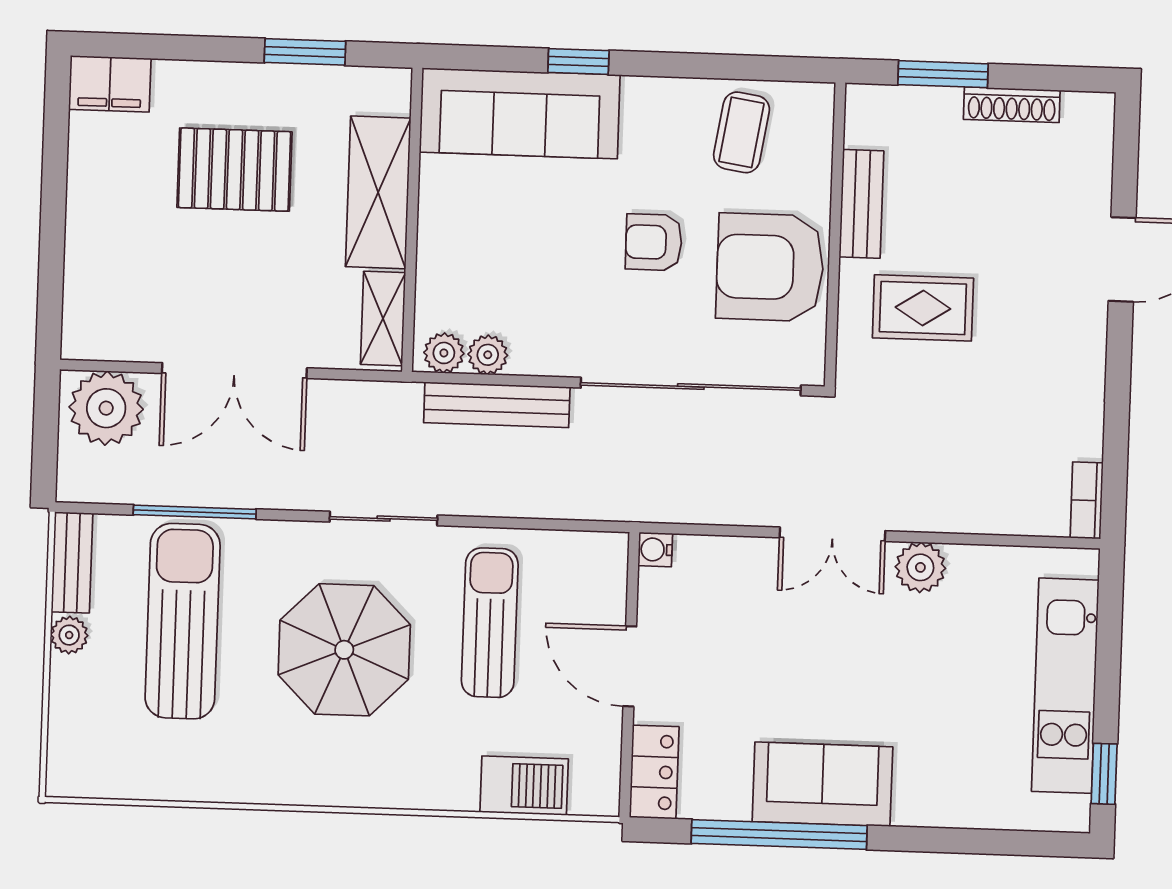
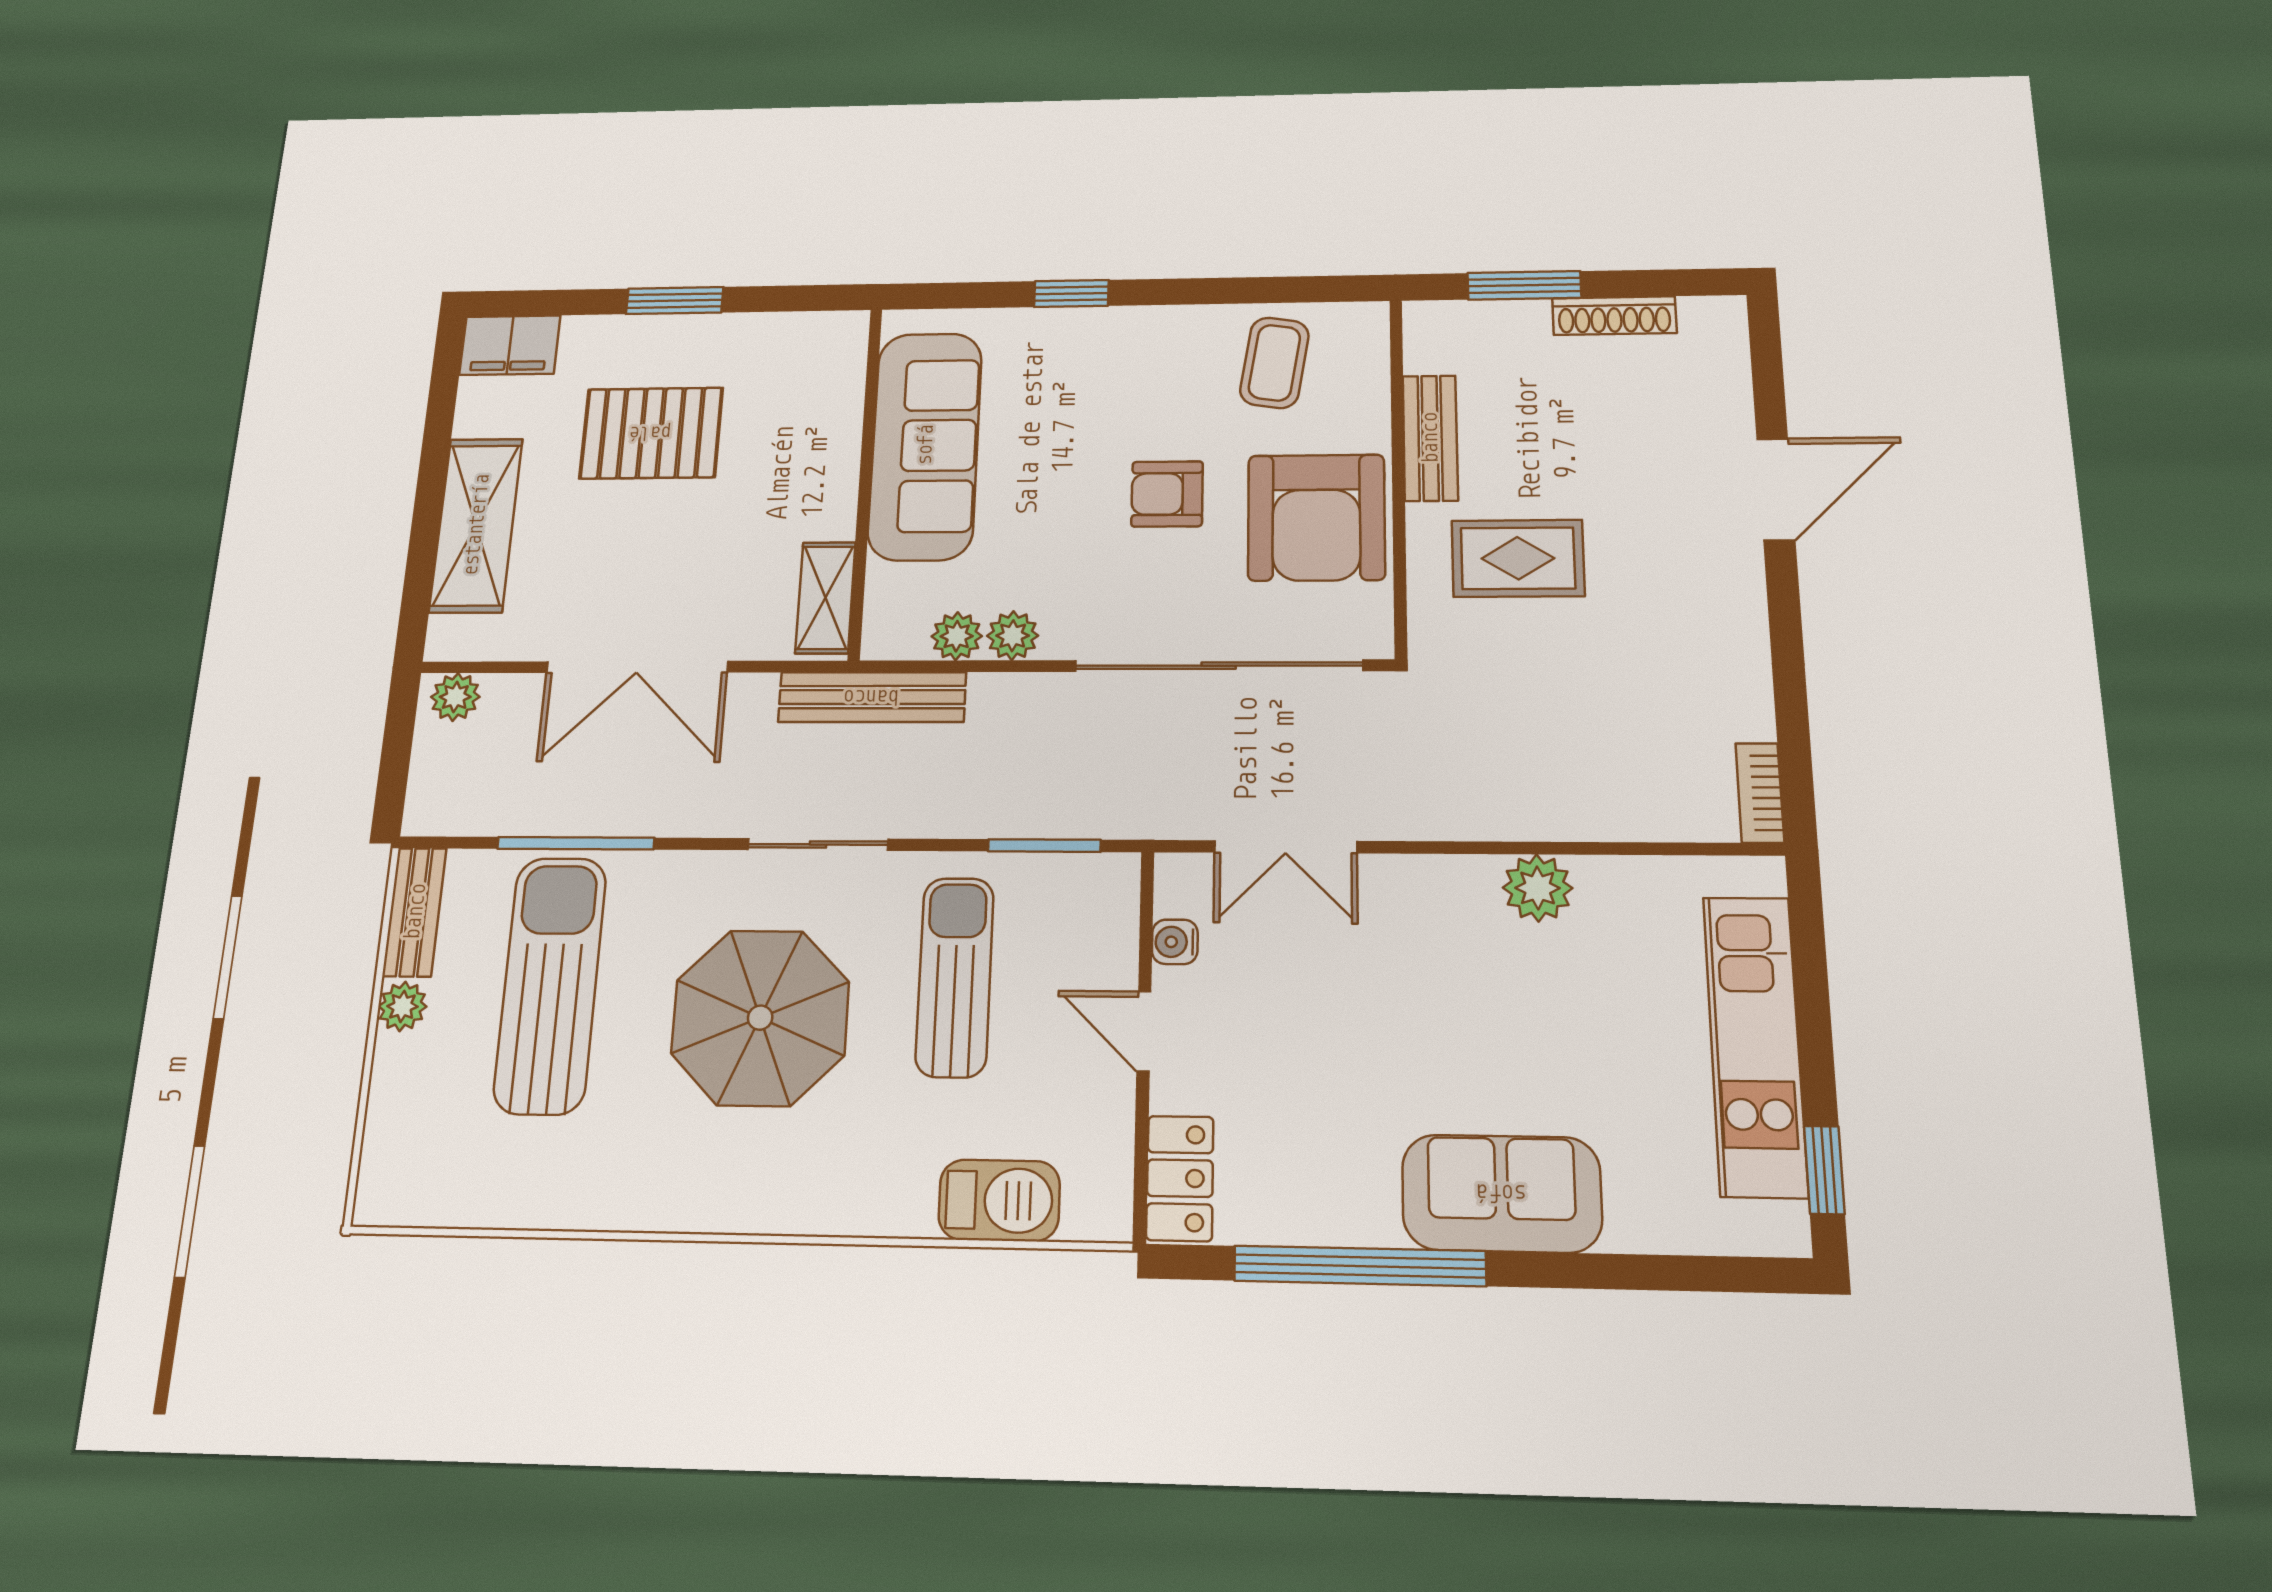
window: (305, 52) -> (675, 301), moved
sofa: (520, 113) -> (925, 445), moved, turned -90
shelving: (378, 192) -> (476, 525), moved
armchair: (770, 267) -> (1316, 517), turned -90
plant: (444, 353) -> (1013, 636), moved
bench: (497, 405) -> (872, 697), moved
plant: (106, 408) -> (455, 697), width x0.53, depth x0.53
window: (557, 525) -> (1044, 846), added
double door: (832, 534) -> (1286, 847), moved
water cooler: (655, 550) -> (1175, 942), moved
door: (630, 666) -> (1144, 1031), width x0.73
sofa: (822, 784) -> (1502, 1193), moved

